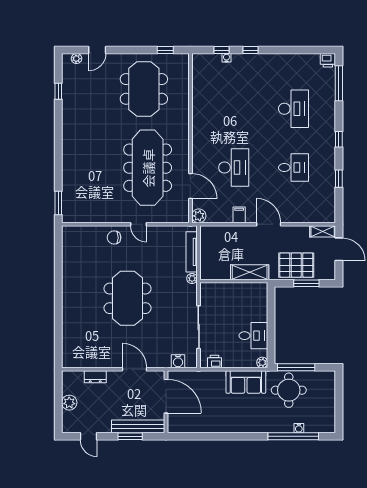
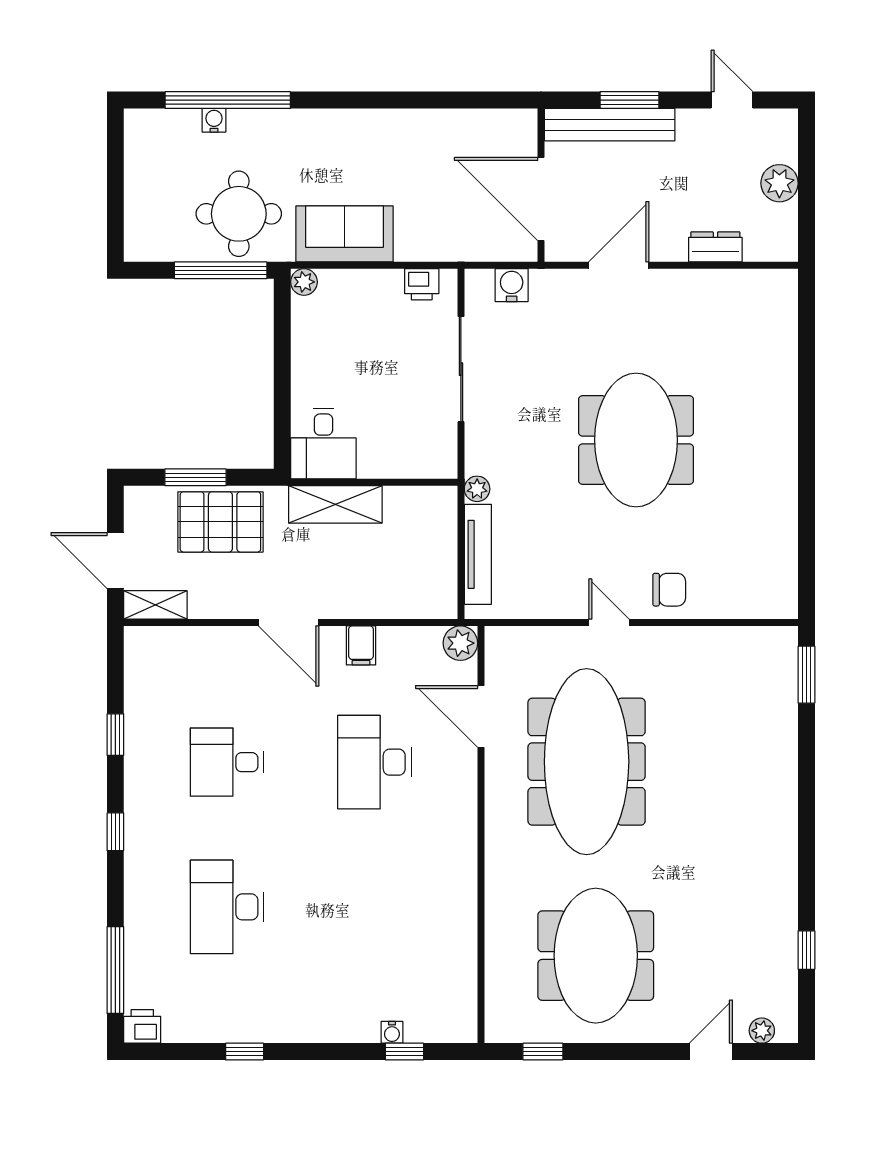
window: (251, 50) -> (245, 1052), moved
desk: (253, 336) -> (323, 444), moved, turned -90
door: (135, 369) -> (619, 265), swing flipped

